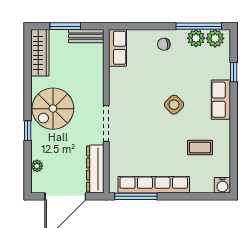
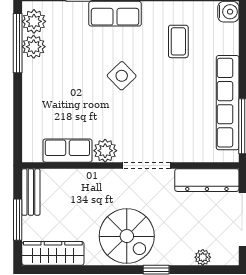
chair: (164, 44) -> (42, 89), removed
row of seats: (117, 48) -> (67, 151), moved
plant: (117, 92) -> (105, 151), added

